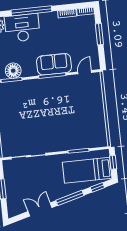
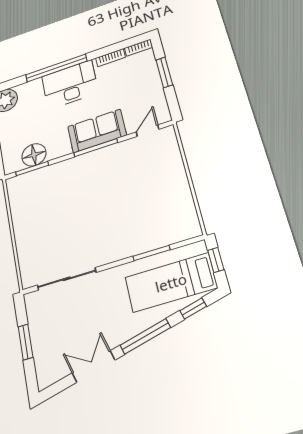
desk: (22, 28) -> (70, 85), moved

